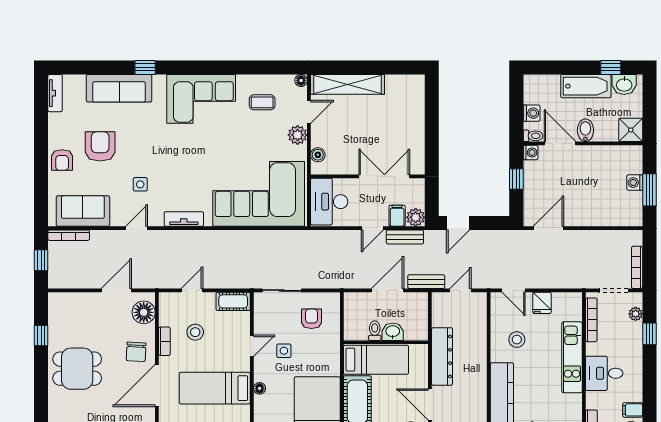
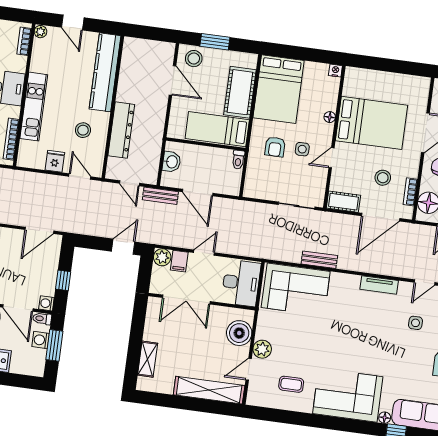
floor lamp: (301, 80) -> (385, 418), moved
shelving: (417, 108) -> (148, 359), added
window: (516, 109) -> (54, 345), added
boiler: (318, 155) -> (239, 333), width x1.86, depth x1.86
corner sofa: (259, 194) -> (296, 289), width x0.73, depth x0.74
bench: (405, 237) -> (319, 260), moved
door: (192, 290) -> (381, 217), width x1.88
door: (388, 290) -> (198, 192), hinge flipped
door: (460, 290) -> (130, 183), hinge flipped
armchair: (311, 319) -> (275, 147), moved
toilet: (375, 331) -> (238, 160), moved
washbasin: (393, 332) -> (172, 162), moved, turned -90
bookcase: (164, 341) -> (410, 192), moved
dresser: (442, 356) -> (121, 130), moved, turned 180
bed: (215, 388) -> (372, 123), width x1.50

